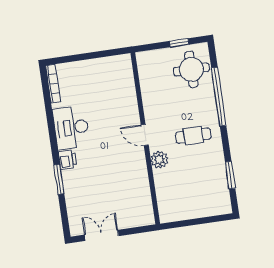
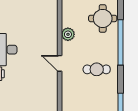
plant: (159, 160) -> (68, 34), moved

